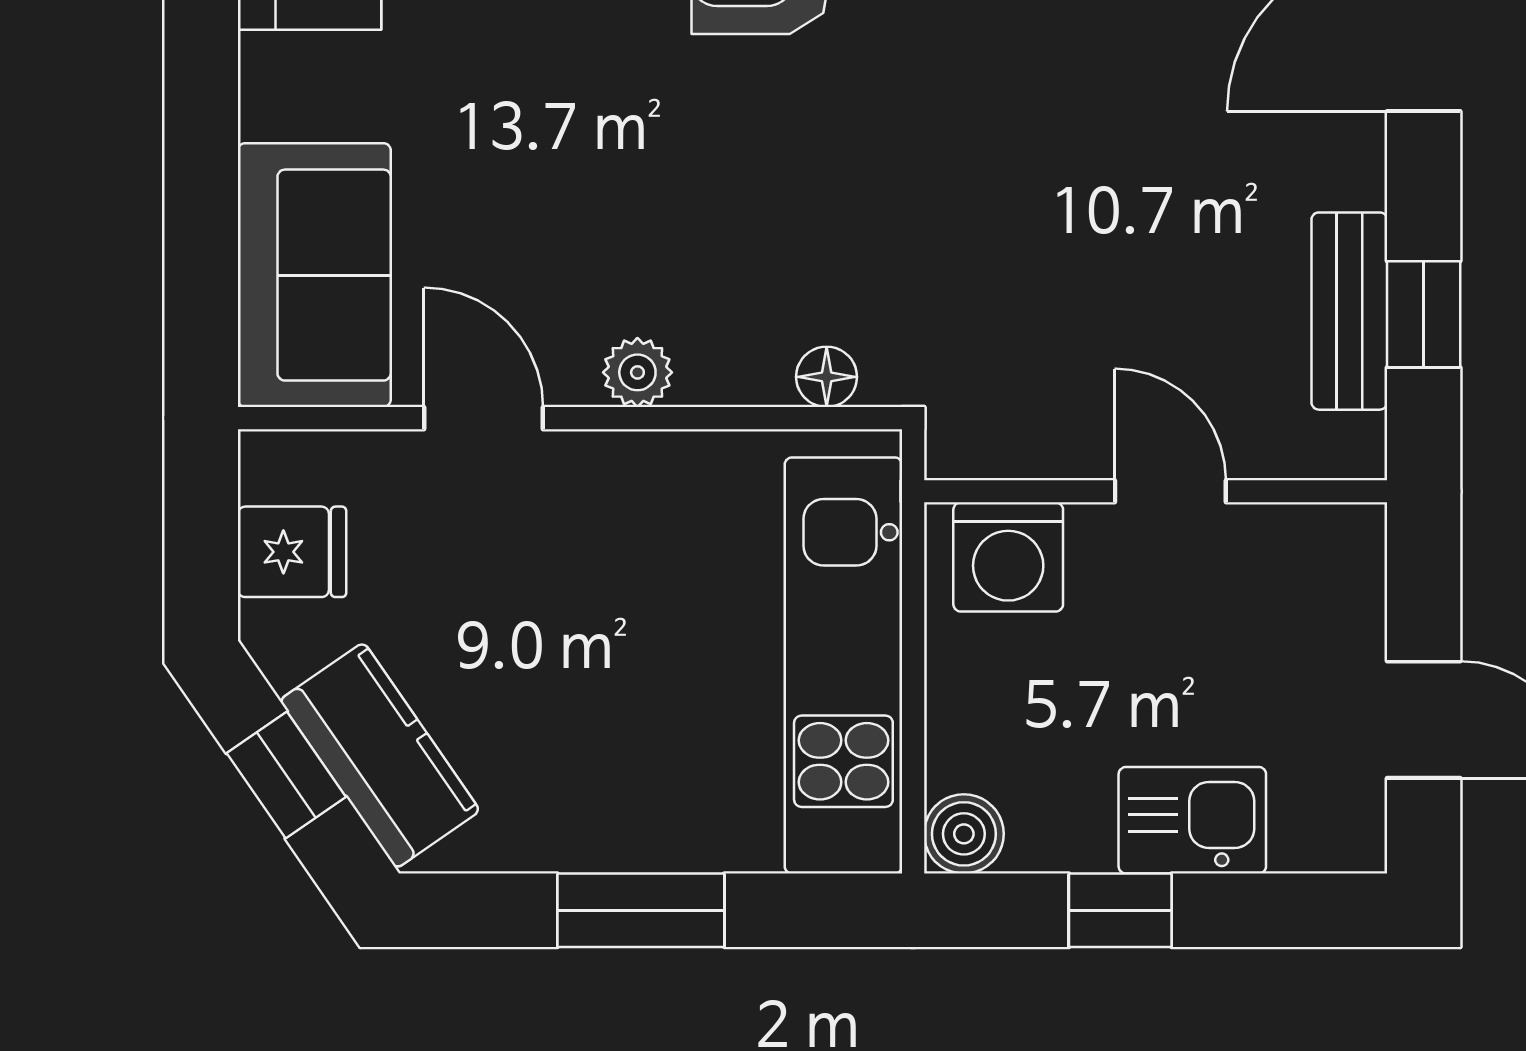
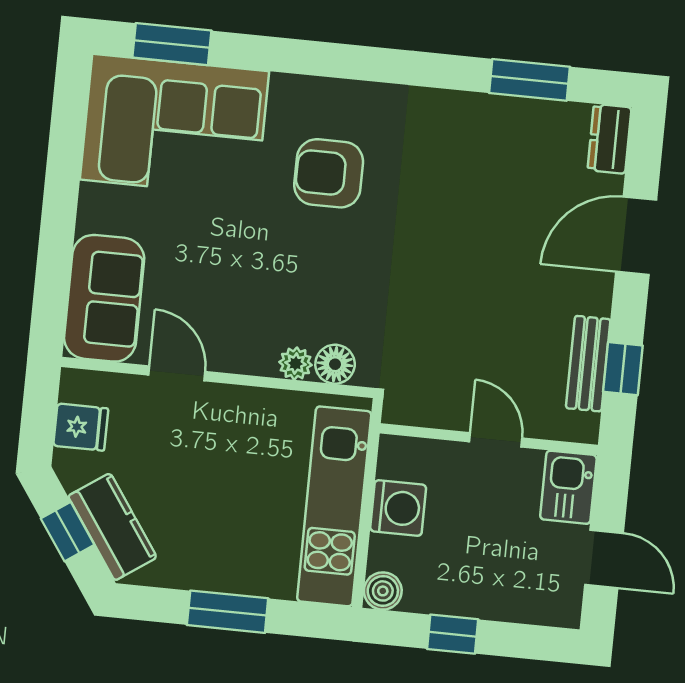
plant: (637, 372) -> (296, 364), moved
floor lamp: (827, 377) -> (335, 364), width x1.37, depth x1.37
washing machine: (1008, 557) -> (398, 508), moved, turned -90
kitchen sink: (1192, 820) -> (568, 487), moved, turned -90

